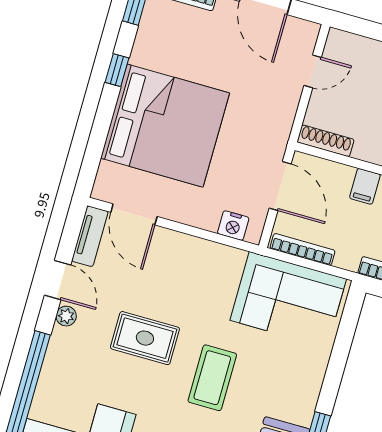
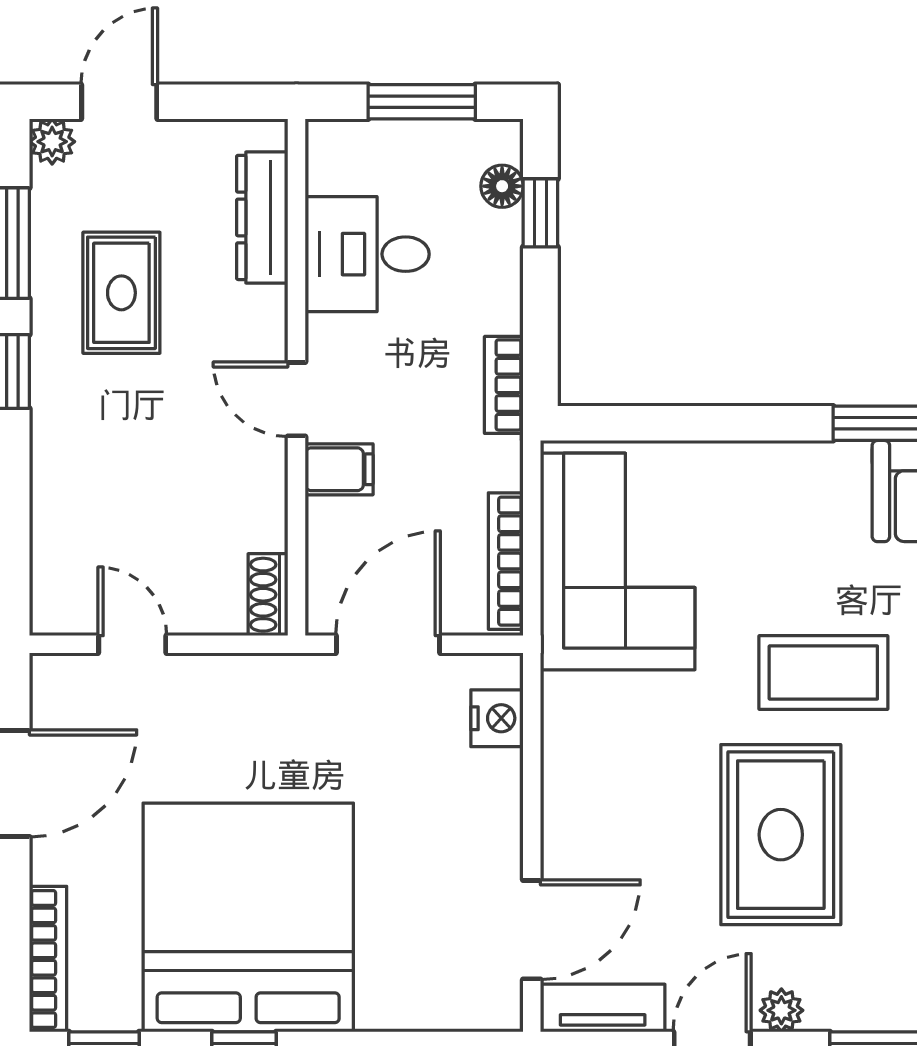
bed: (165, 126) -> (248, 917), moved
shoe rack: (326, 141) -> (268, 595), width x0.70
rug: (145, 338) -> (781, 835), width x1.36, depth x1.43

